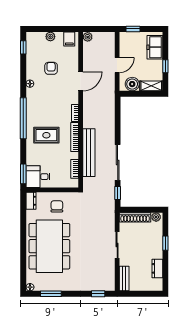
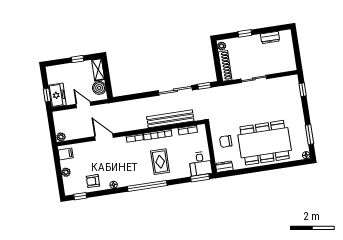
freezer: (155, 47) -> (57, 95), moved, turned -90
armchair: (51, 68) -> (93, 181), moved
bench: (124, 279) -> (284, 67), removed

